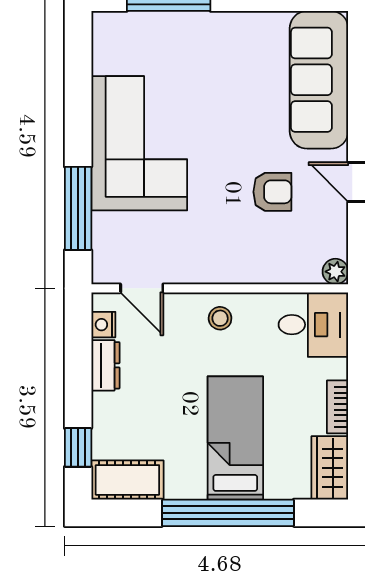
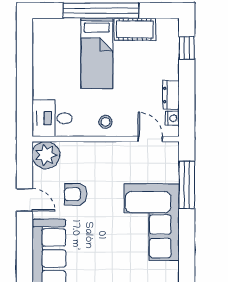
plant: (335, 272) -> (46, 155), width x1.88, depth x1.88
bookcase: (338, 407) -> (38, 71), removed
wardrobe: (330, 468) -> (43, 36), removed
cot: (127, 480) -> (135, 29), moved

